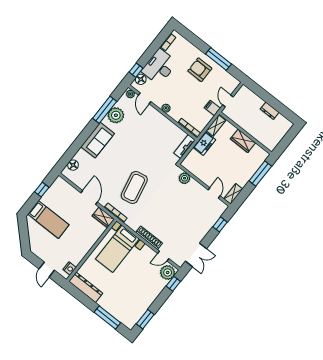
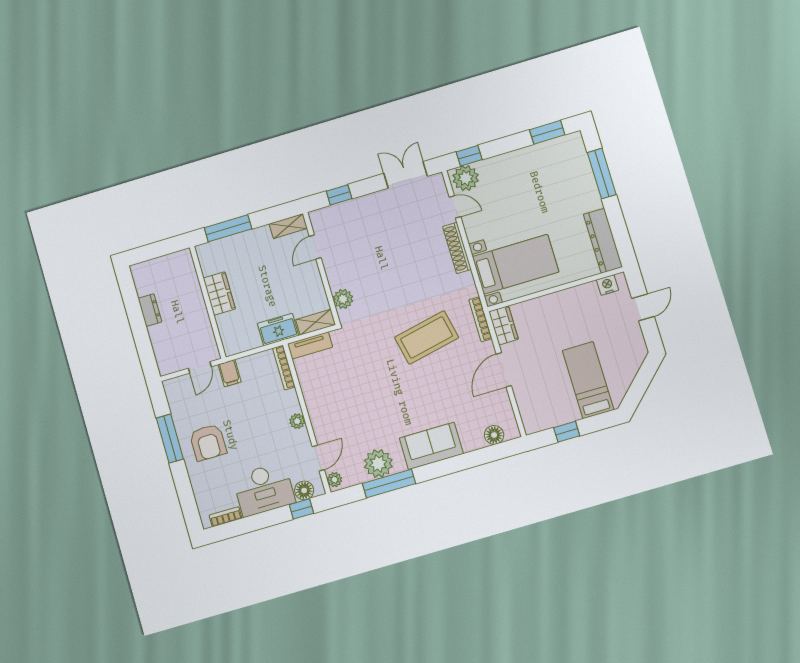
shelving: (216, 126) -> (316, 322), moved

